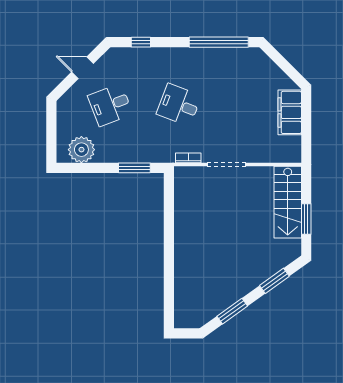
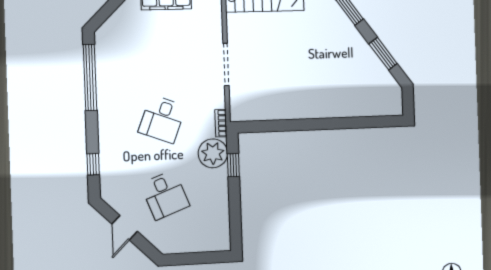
plant: (81, 150) -> (213, 153), moved
bookcase: (188, 158) -> (221, 123), moved
window: (134, 168) -> (233, 165), width x0.67

